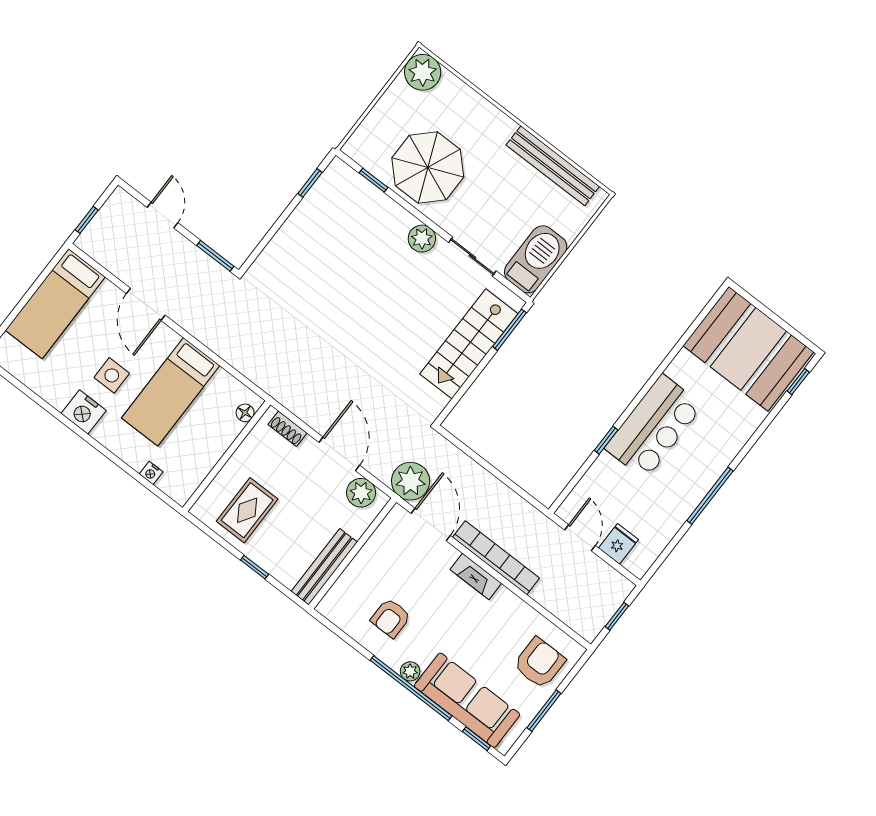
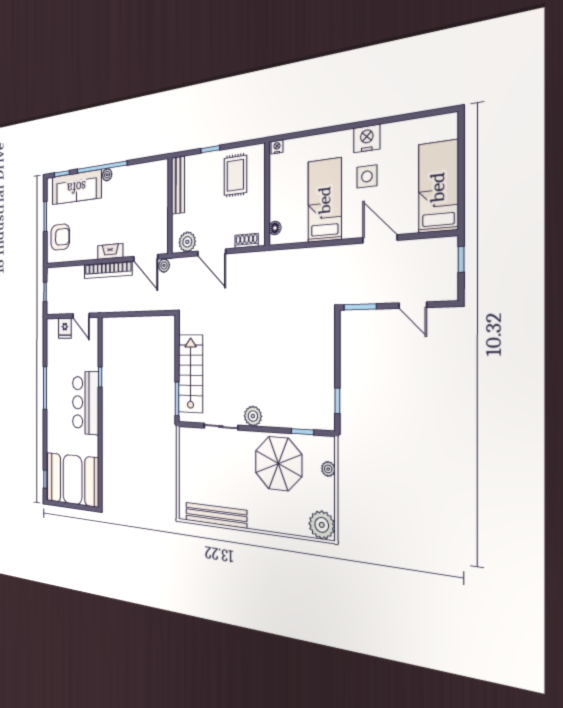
plant: (372, 123) -> (328, 469), added
barbecue: (536, 259) -> (190, 451), removed
nightstand: (151, 473) -> (277, 147), moved
plant: (411, 481) -> (164, 265), width x0.53, depth x0.53
armchair: (391, 618) -> (132, 192), removed
armchair: (539, 663) -> (60, 237), turned -90

